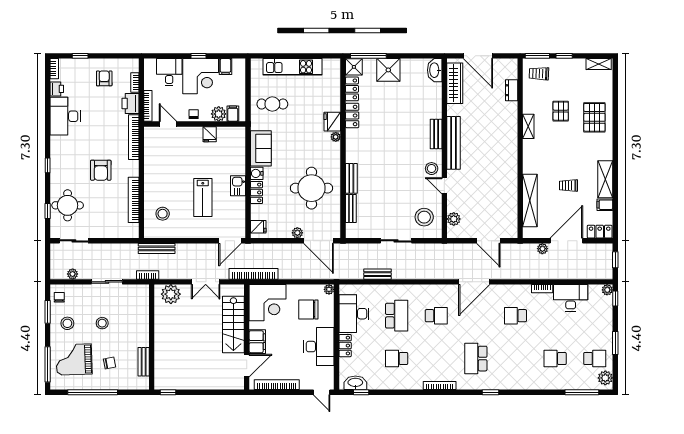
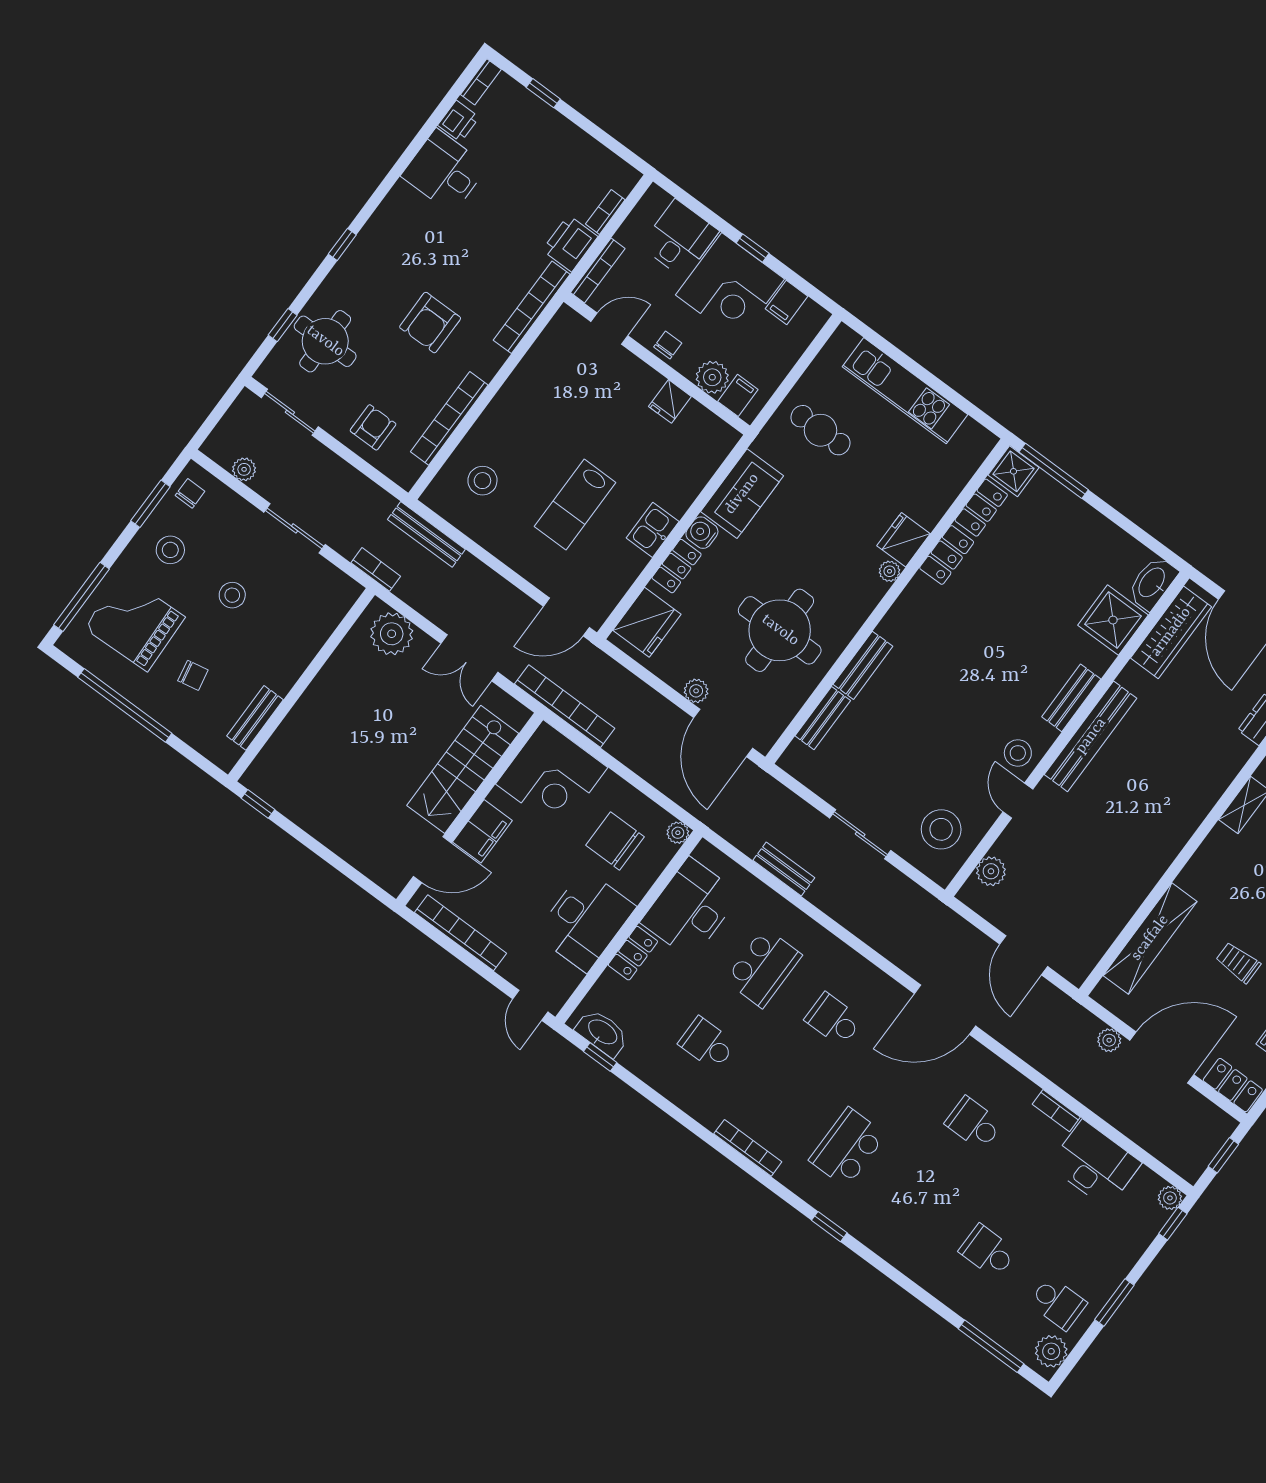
shower: (388, 70) -> (1113, 620), moved
armchair: (104, 78) -> (373, 427), moved
desk: (65, 116) -> (444, 171), width x0.73
door: (168, 124) -> (609, 329), hinge flipped
fridge: (258, 227) -> (647, 622), width x1.88, depth x1.34
school desk: (436, 316) -> (833, 1020), turned 180

